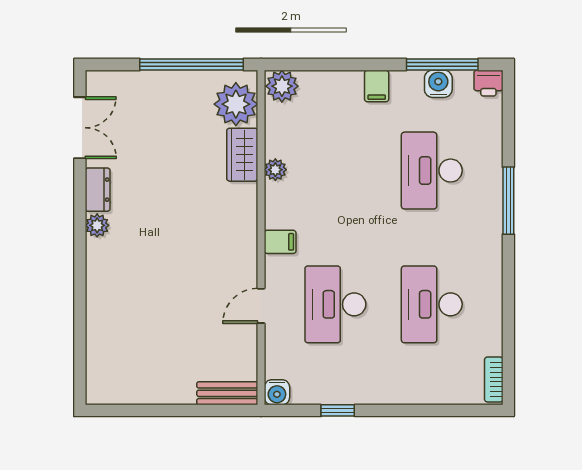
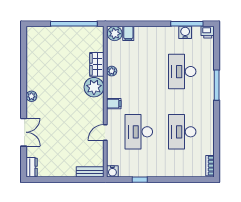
filing cabinet: (377, 86) -> (128, 33), moved
plant: (236, 104) -> (94, 87), moved
double door: (80, 128) -> (24, 132), moved
dresser: (98, 190) -> (32, 167), moved

